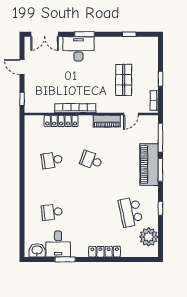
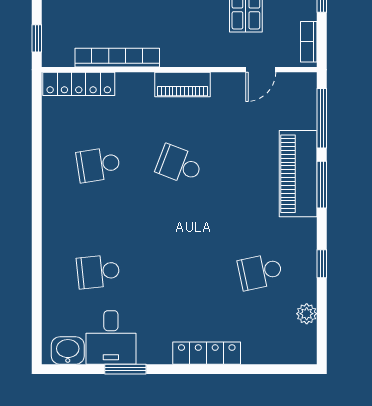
bookcase: (75, 108) -> (117, 58), moved
locker: (61, 121) -> (79, 84), moved
piano: (107, 121) -> (183, 84), moved
school desk: (131, 212) -> (260, 272), width x0.54
plant: (149, 237) -> (307, 314), width x0.53, depth x0.53

